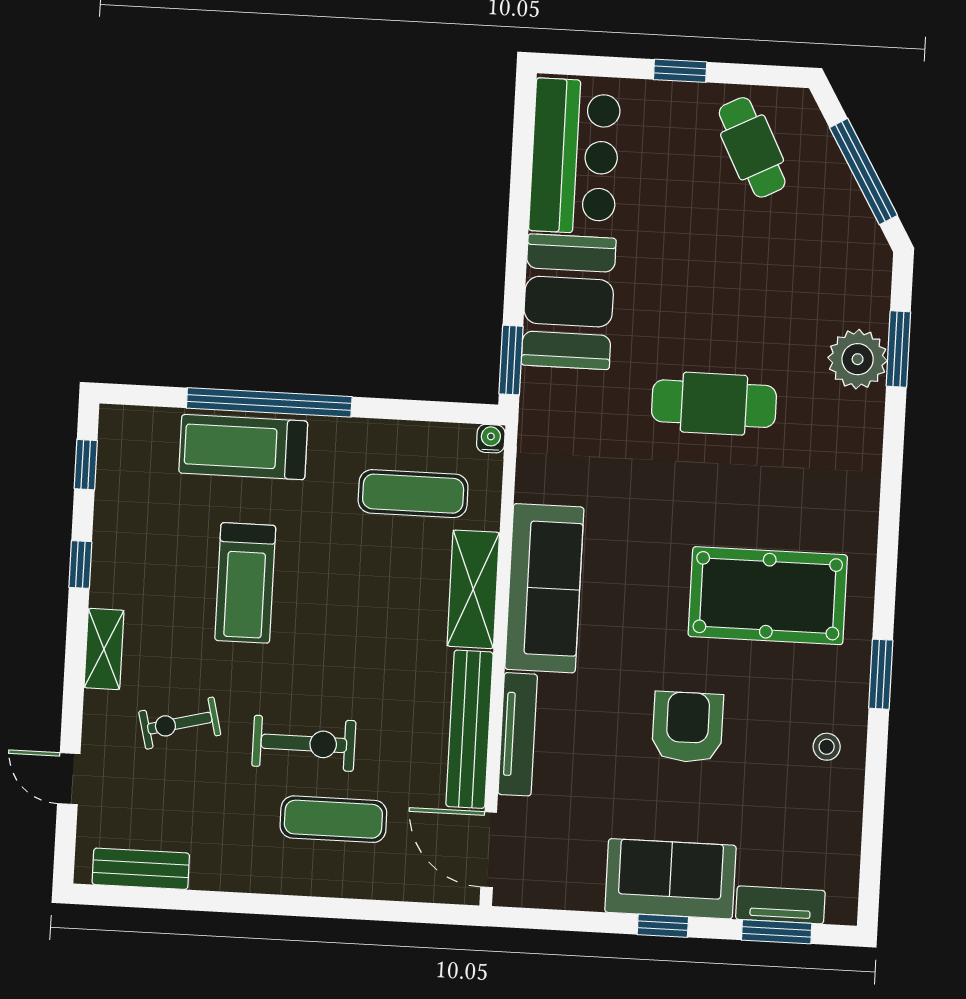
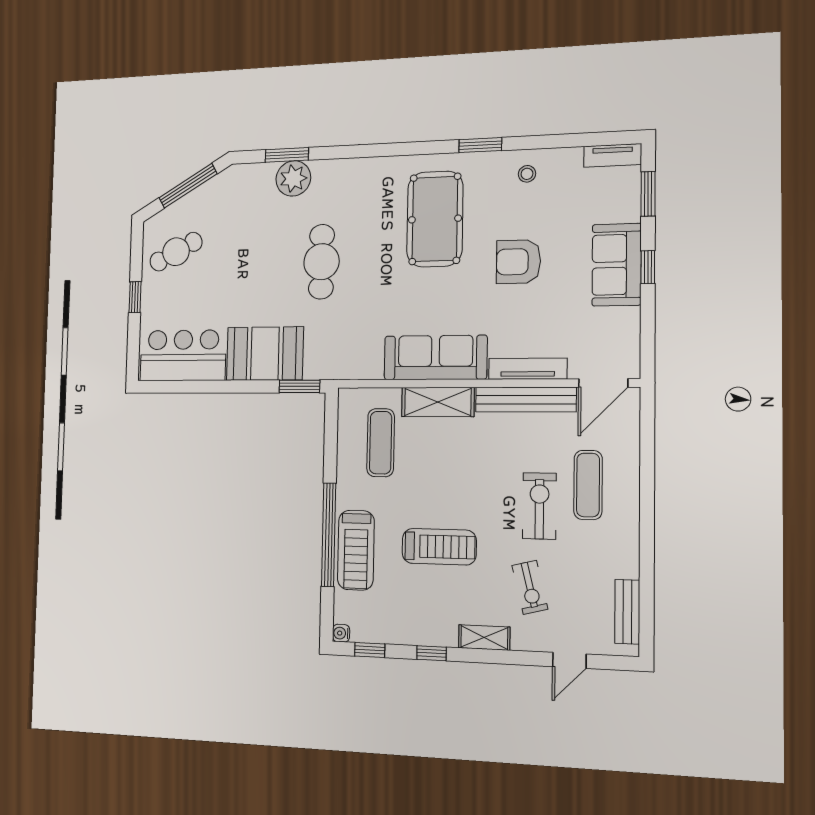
water cooler: (491, 439) -> (341, 633), moved
tv unit: (780, 905) -> (613, 155), moved, turned -90

